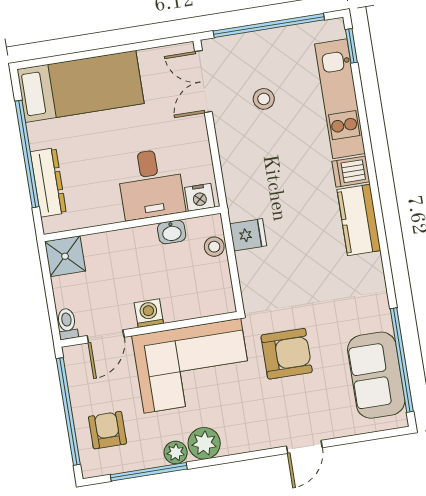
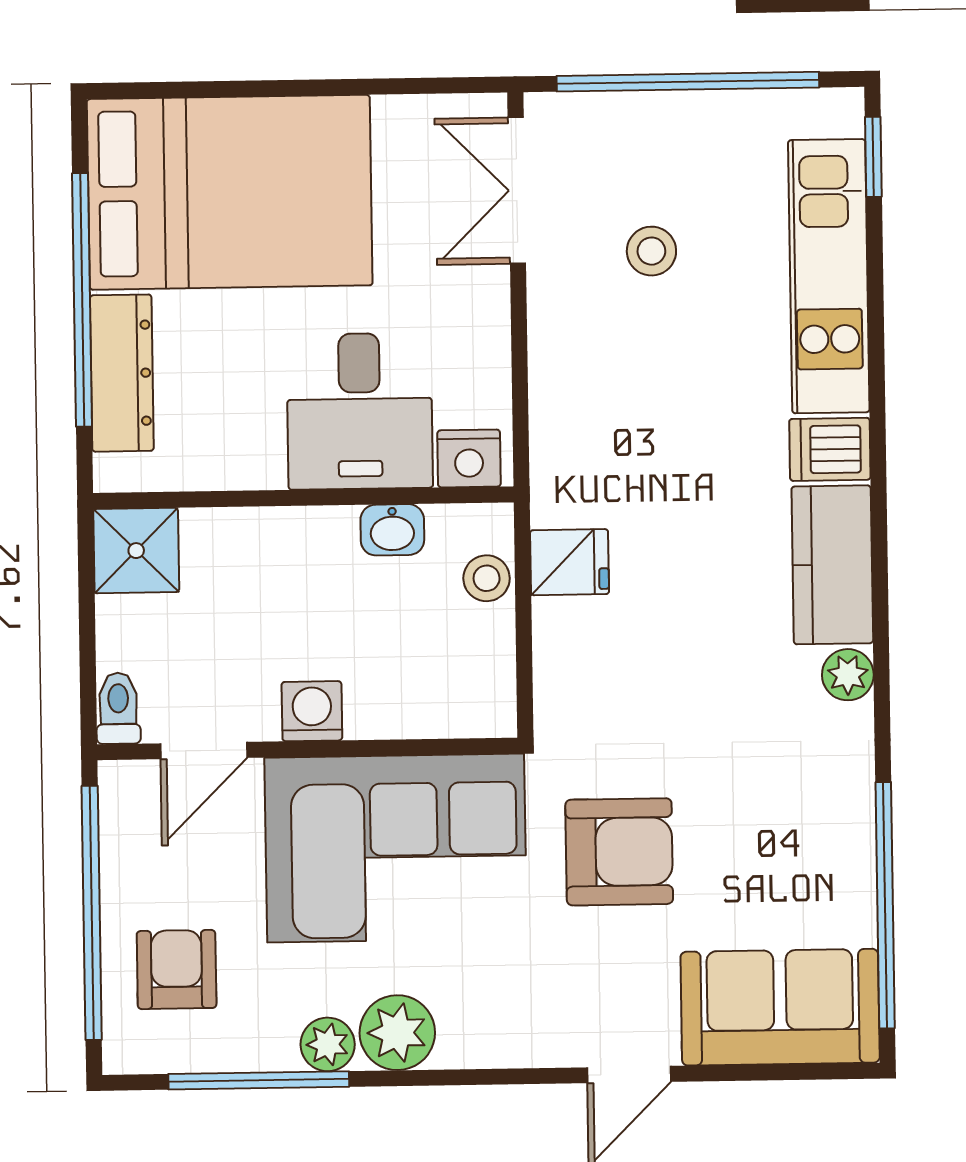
bed: (81, 86) -> (230, 192), width x1.50
plant: (372, 265) -> (848, 675), added
sofa: (376, 375) -> (780, 1007), moved, turned 90

